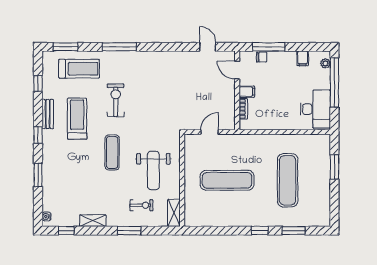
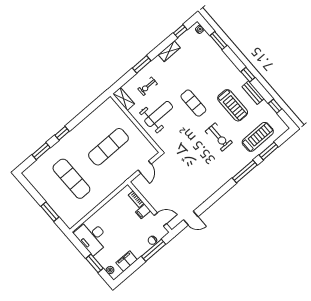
window: (65, 47) -> (269, 151), moved
filing cabinet: (303, 58) -> (127, 261), width x2.00
treadmill: (79, 69) -> (258, 137), turned 180
window: (334, 82) -> (94, 263), width x0.47
weight bench: (153, 170) -> (159, 114), turned 90
window: (38, 175) -> (219, 41), moved

